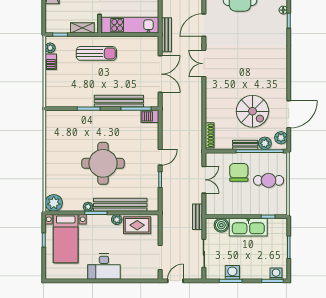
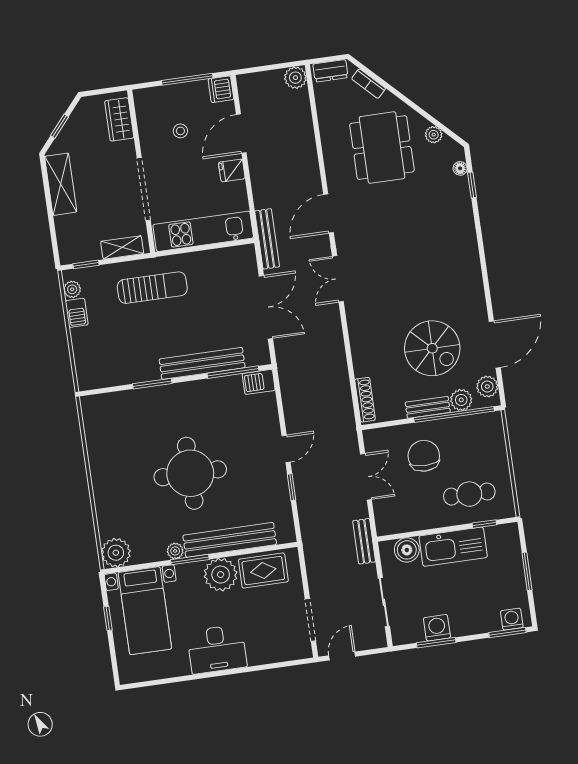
cafe table: (269, 180) -> (469, 494), moved
plant: (117, 220) -> (221, 575), width x1.88, depth x1.88

